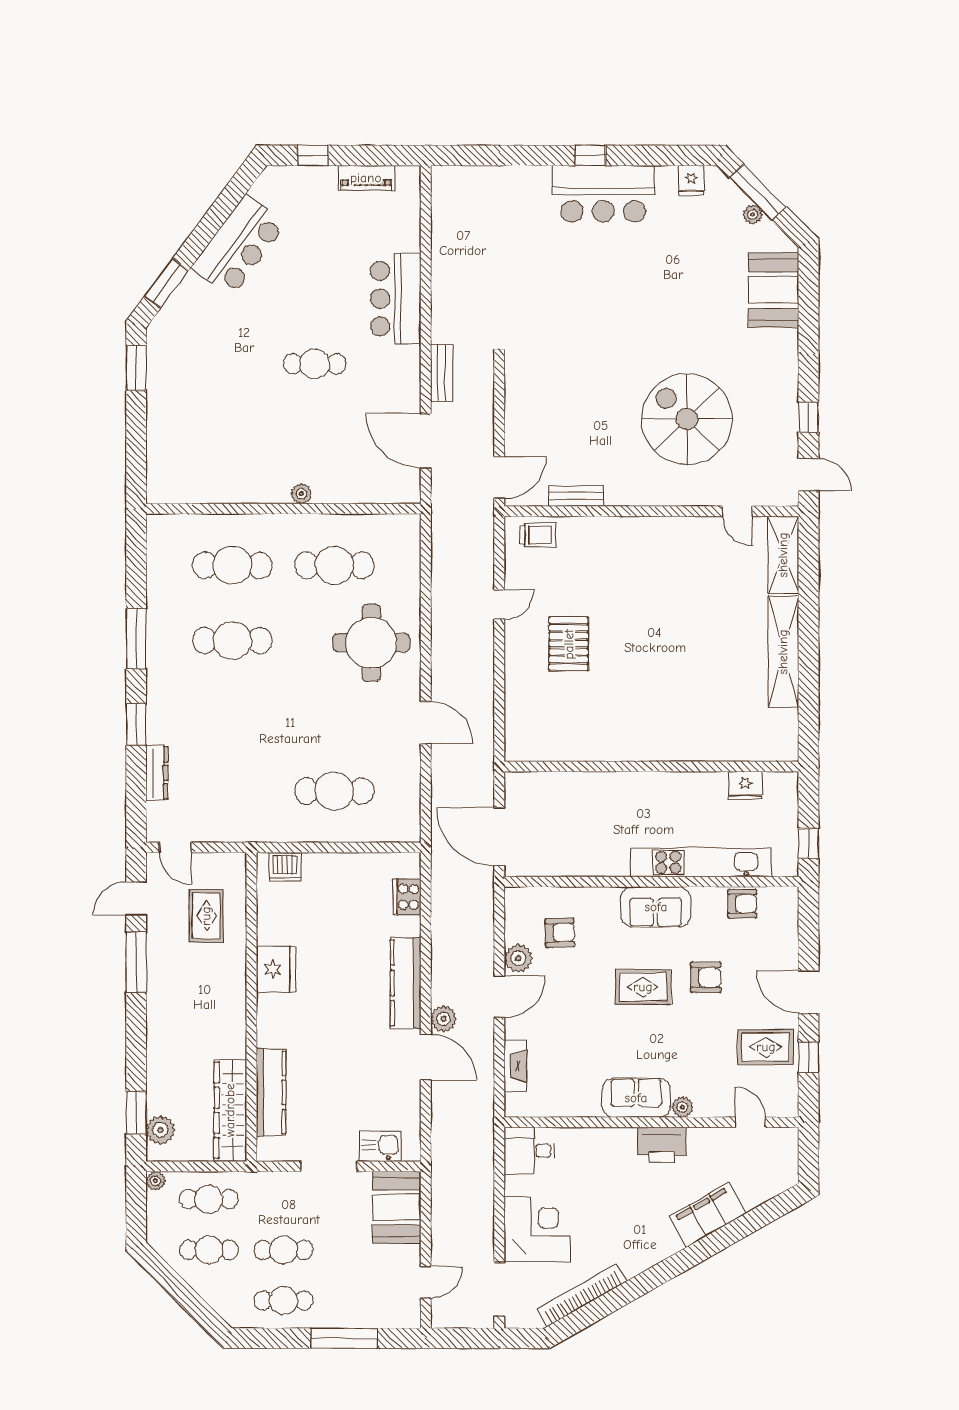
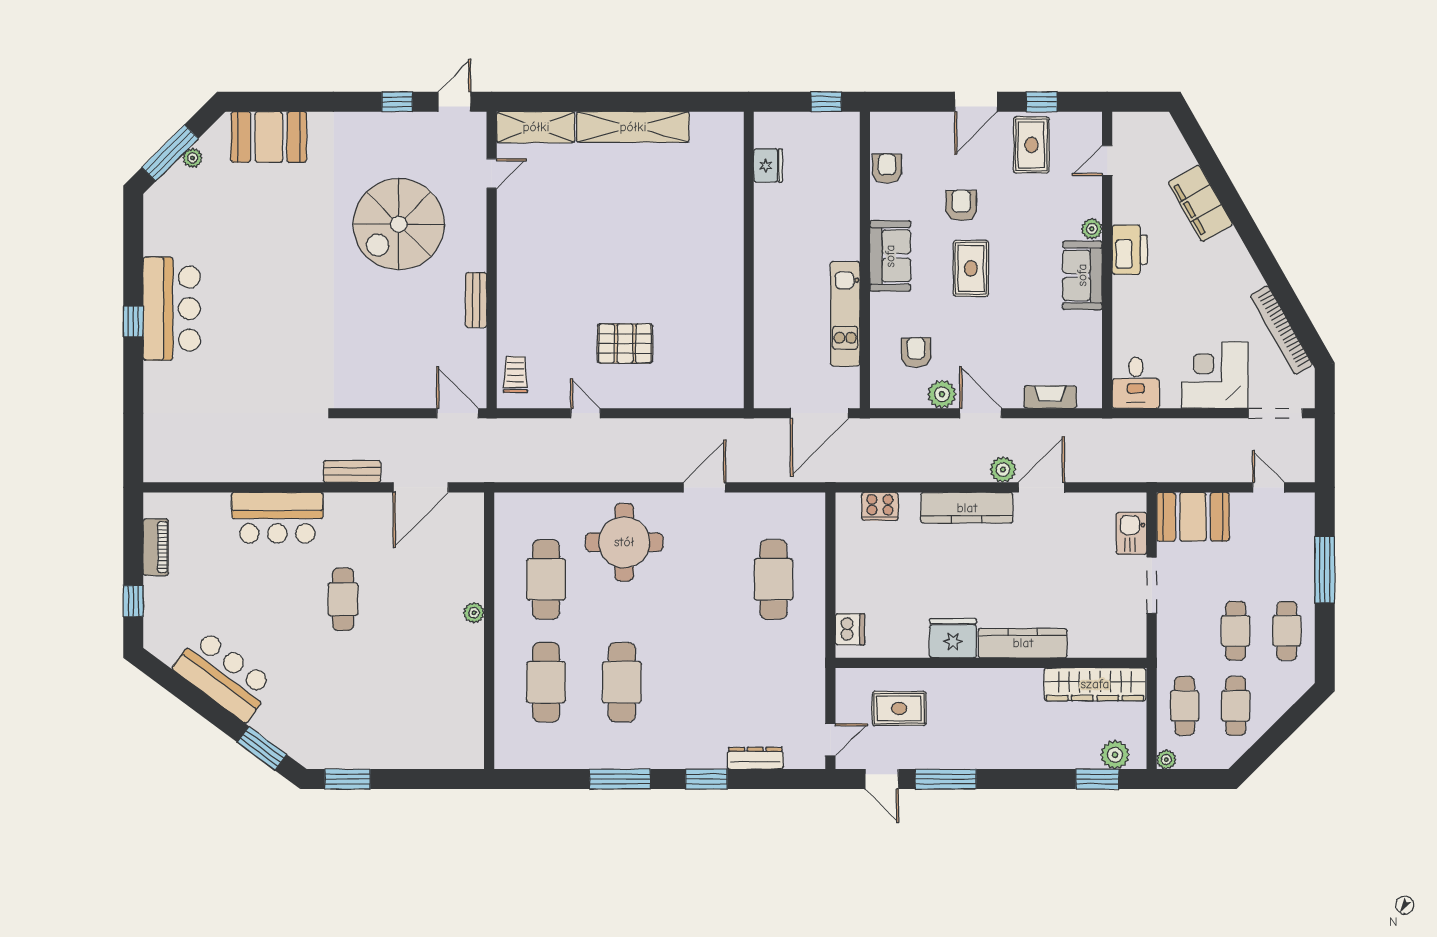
fridge: (691, 180) -> (158, 220), removed
bench: (576, 496) -> (476, 300), moved
kitchen unit: (701, 862) -> (845, 314), moved, width x0.73
kitchen counter: (271, 1092) -> (1023, 643), moved

